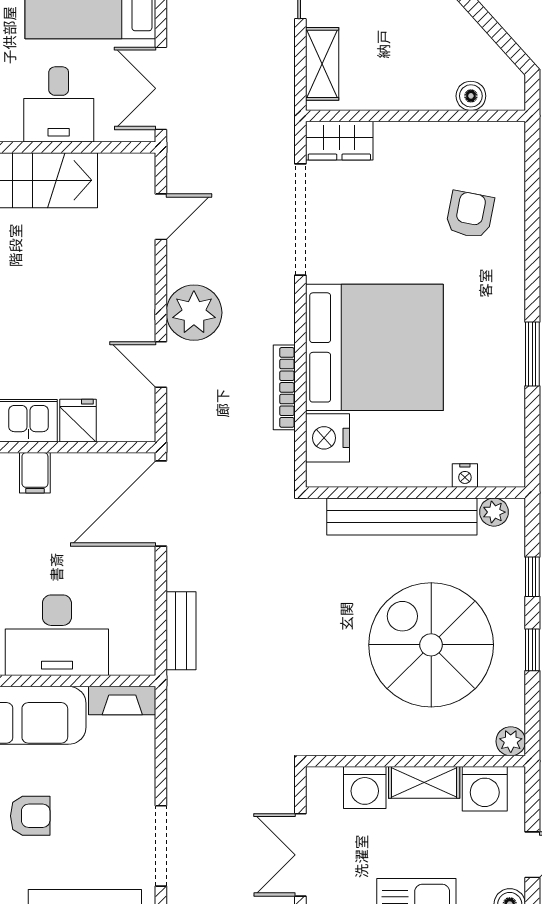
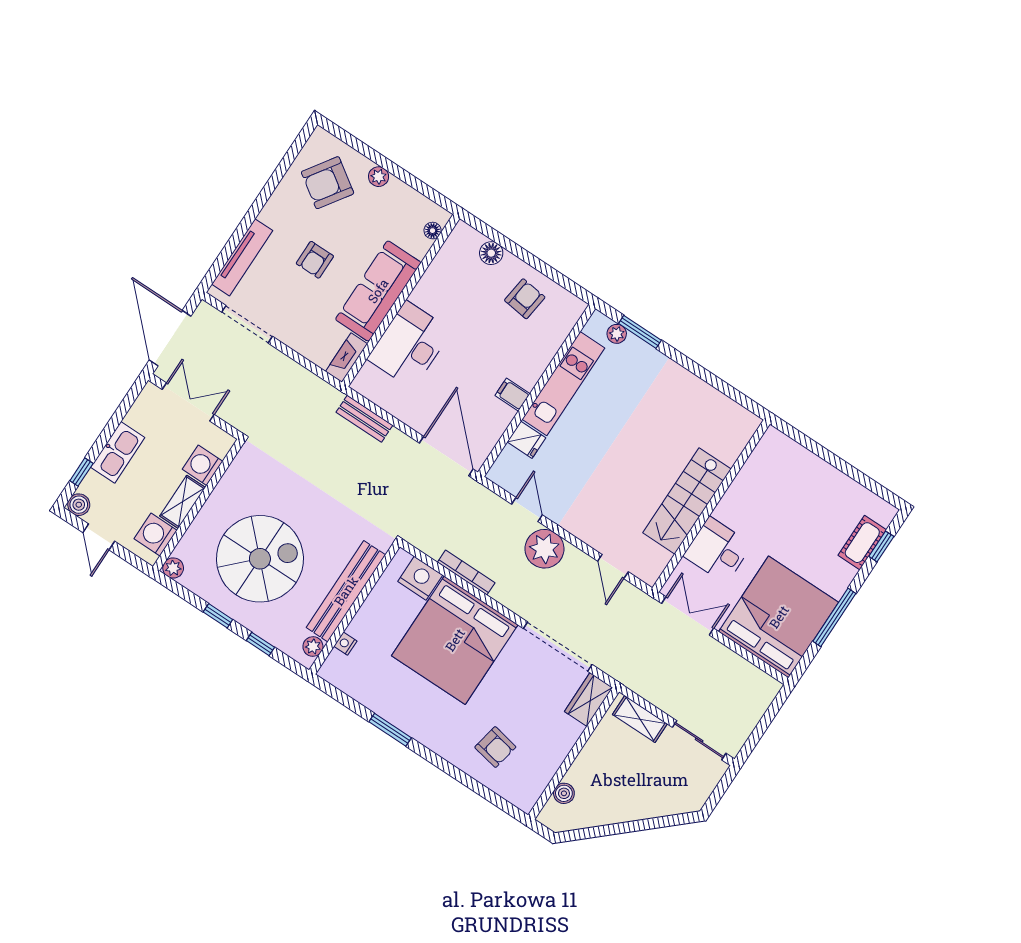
door: (161, 365) -> (527, 510), hinge flipped

